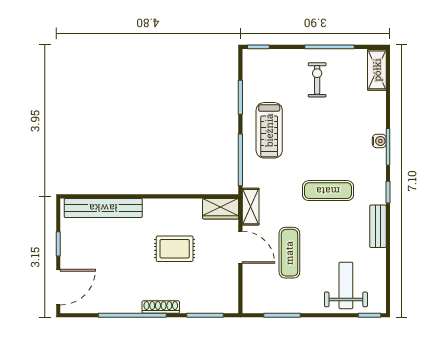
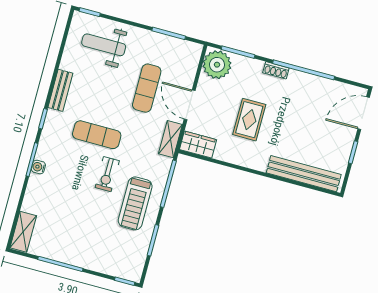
exercise bike: (317, 80) -> (107, 174), moved
treadmill: (269, 130) -> (135, 203), turned 180
rug: (175, 249) -> (249, 120), turned 90
weight bench: (346, 285) -> (104, 45), turned 90
plant: (223, 296) -> (217, 65), added
shoe rack: (161, 307) -> (276, 70), width x0.70

